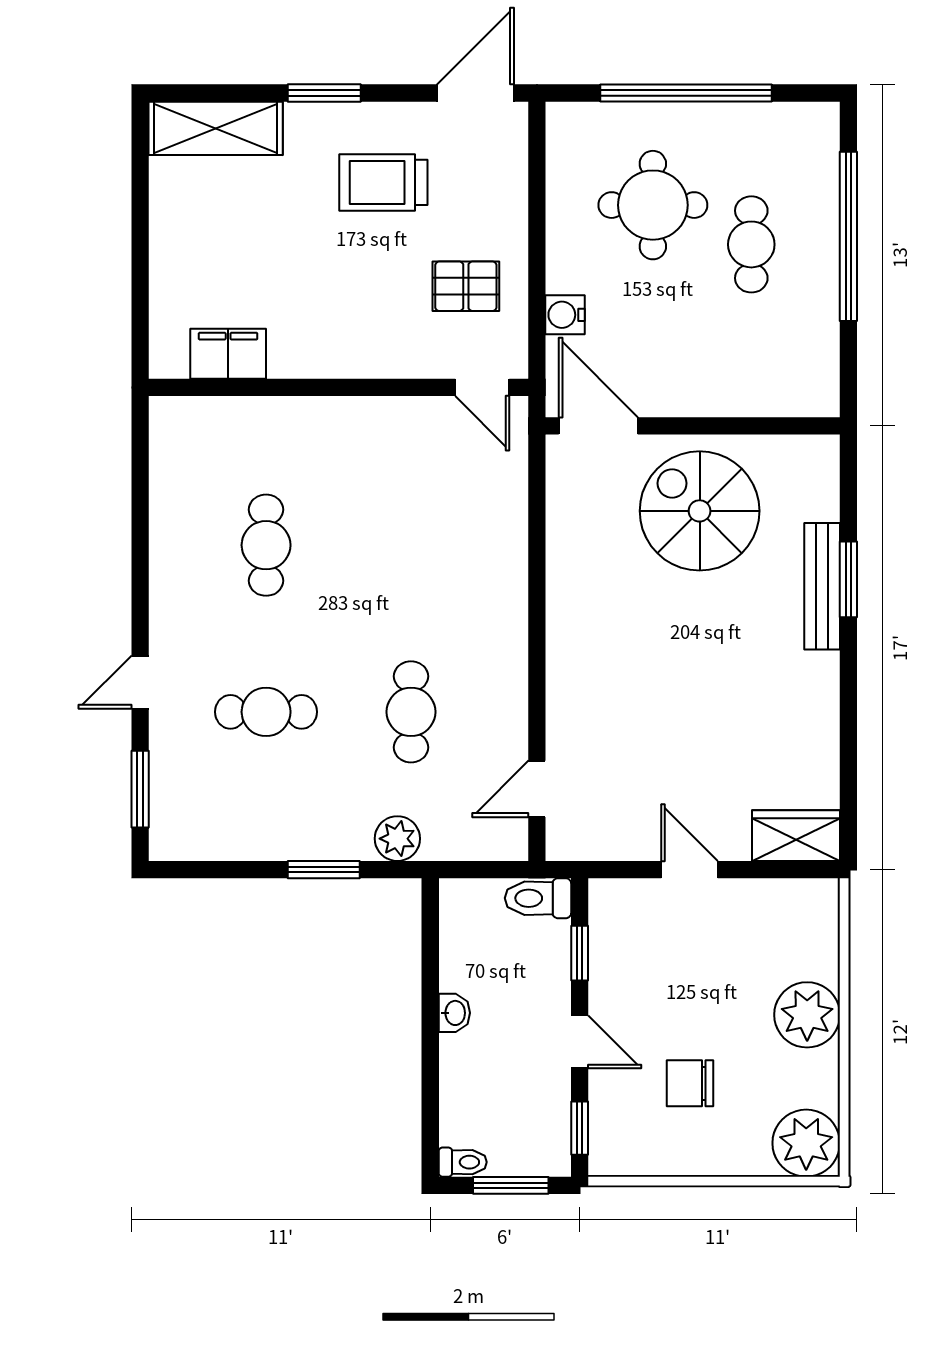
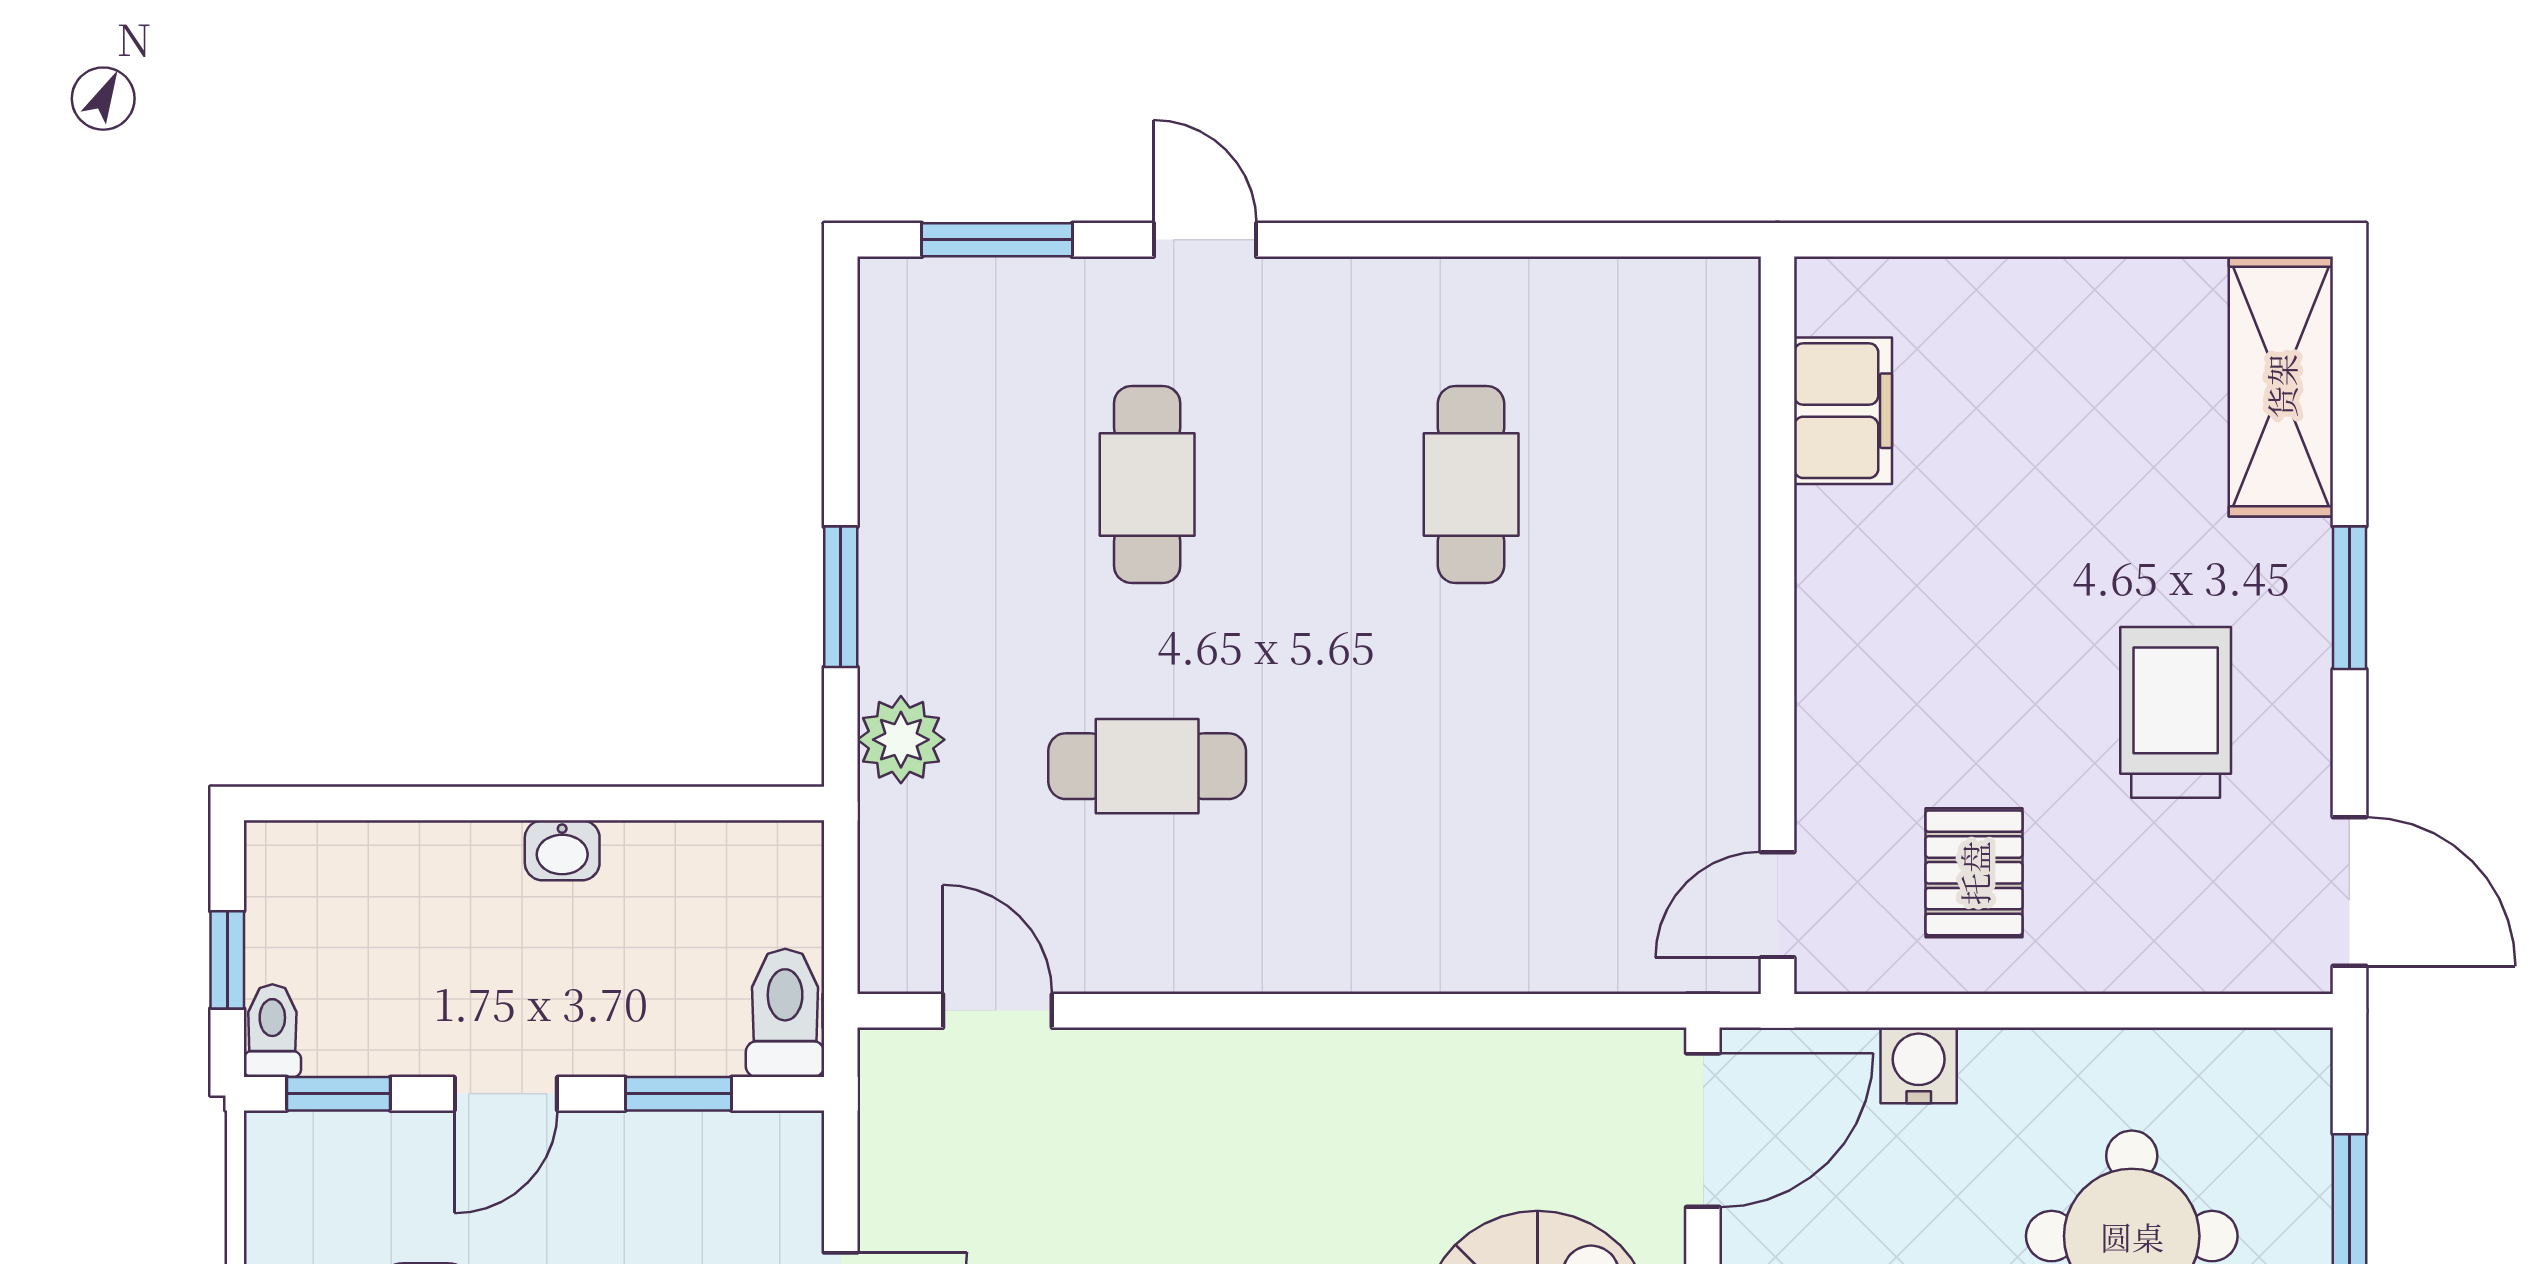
cafe table: (266, 545) -> (1471, 485), turned 90
toilet: (463, 1162) -> (272, 1031), moved, turned 180
window: (511, 1185) -> (227, 960), width x0.67

